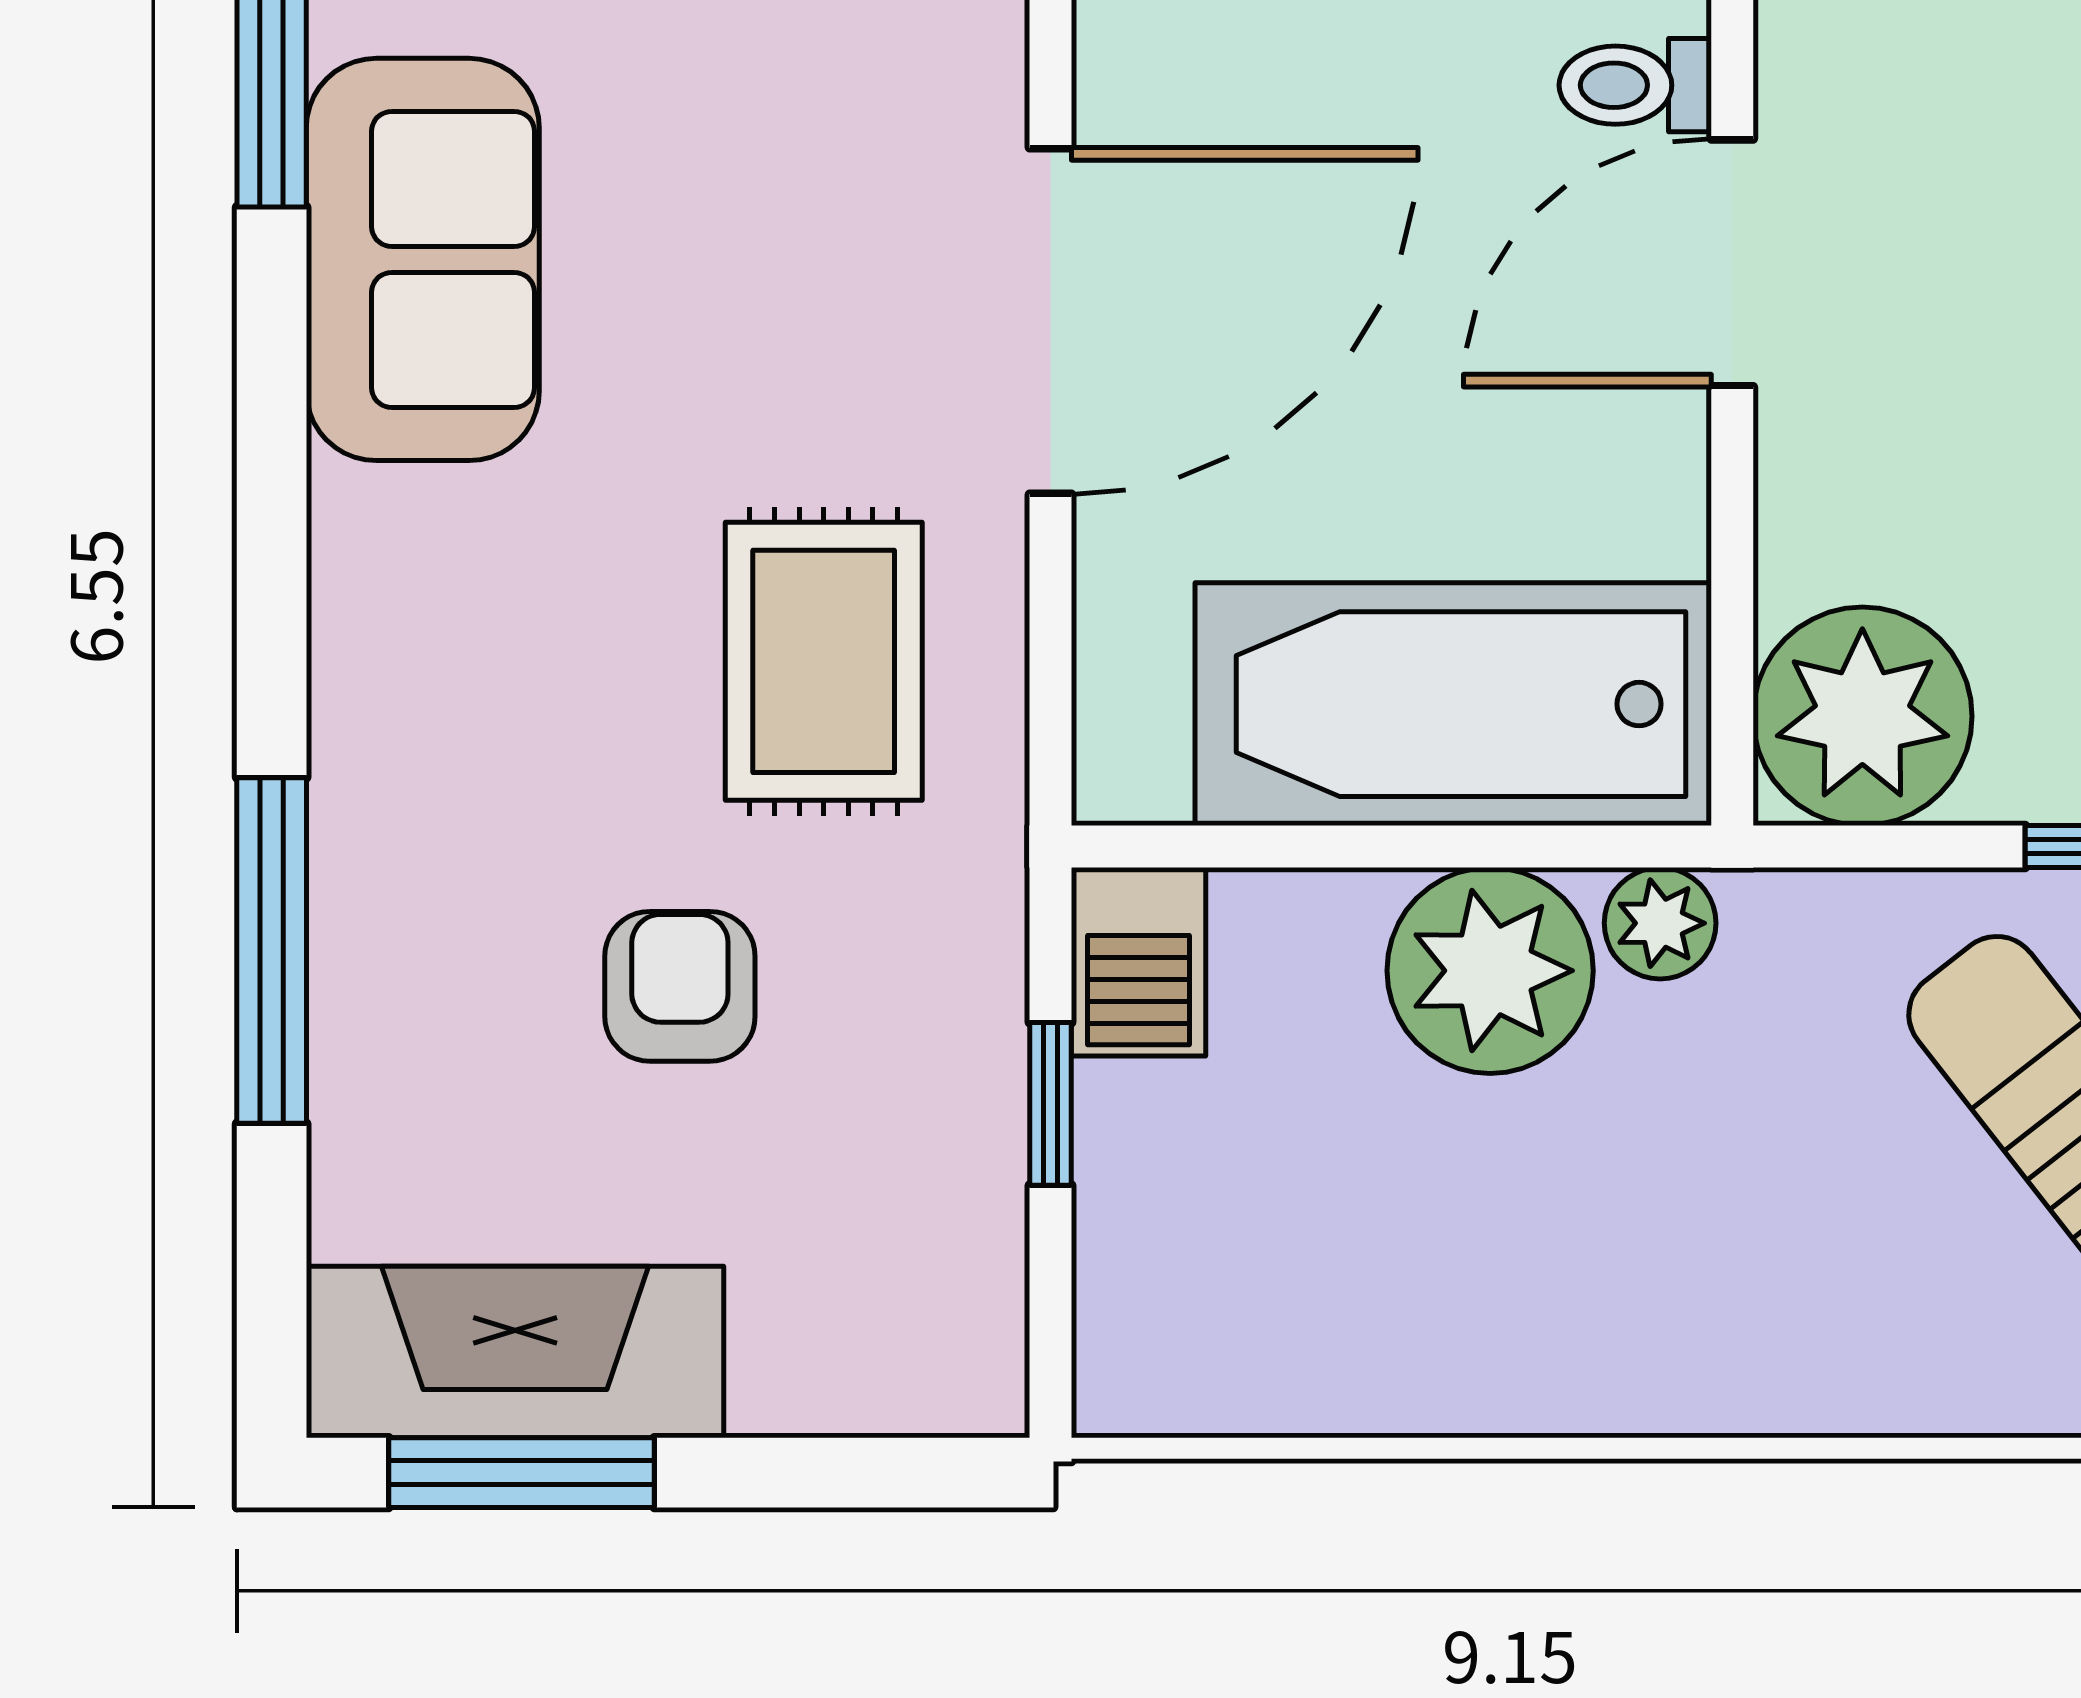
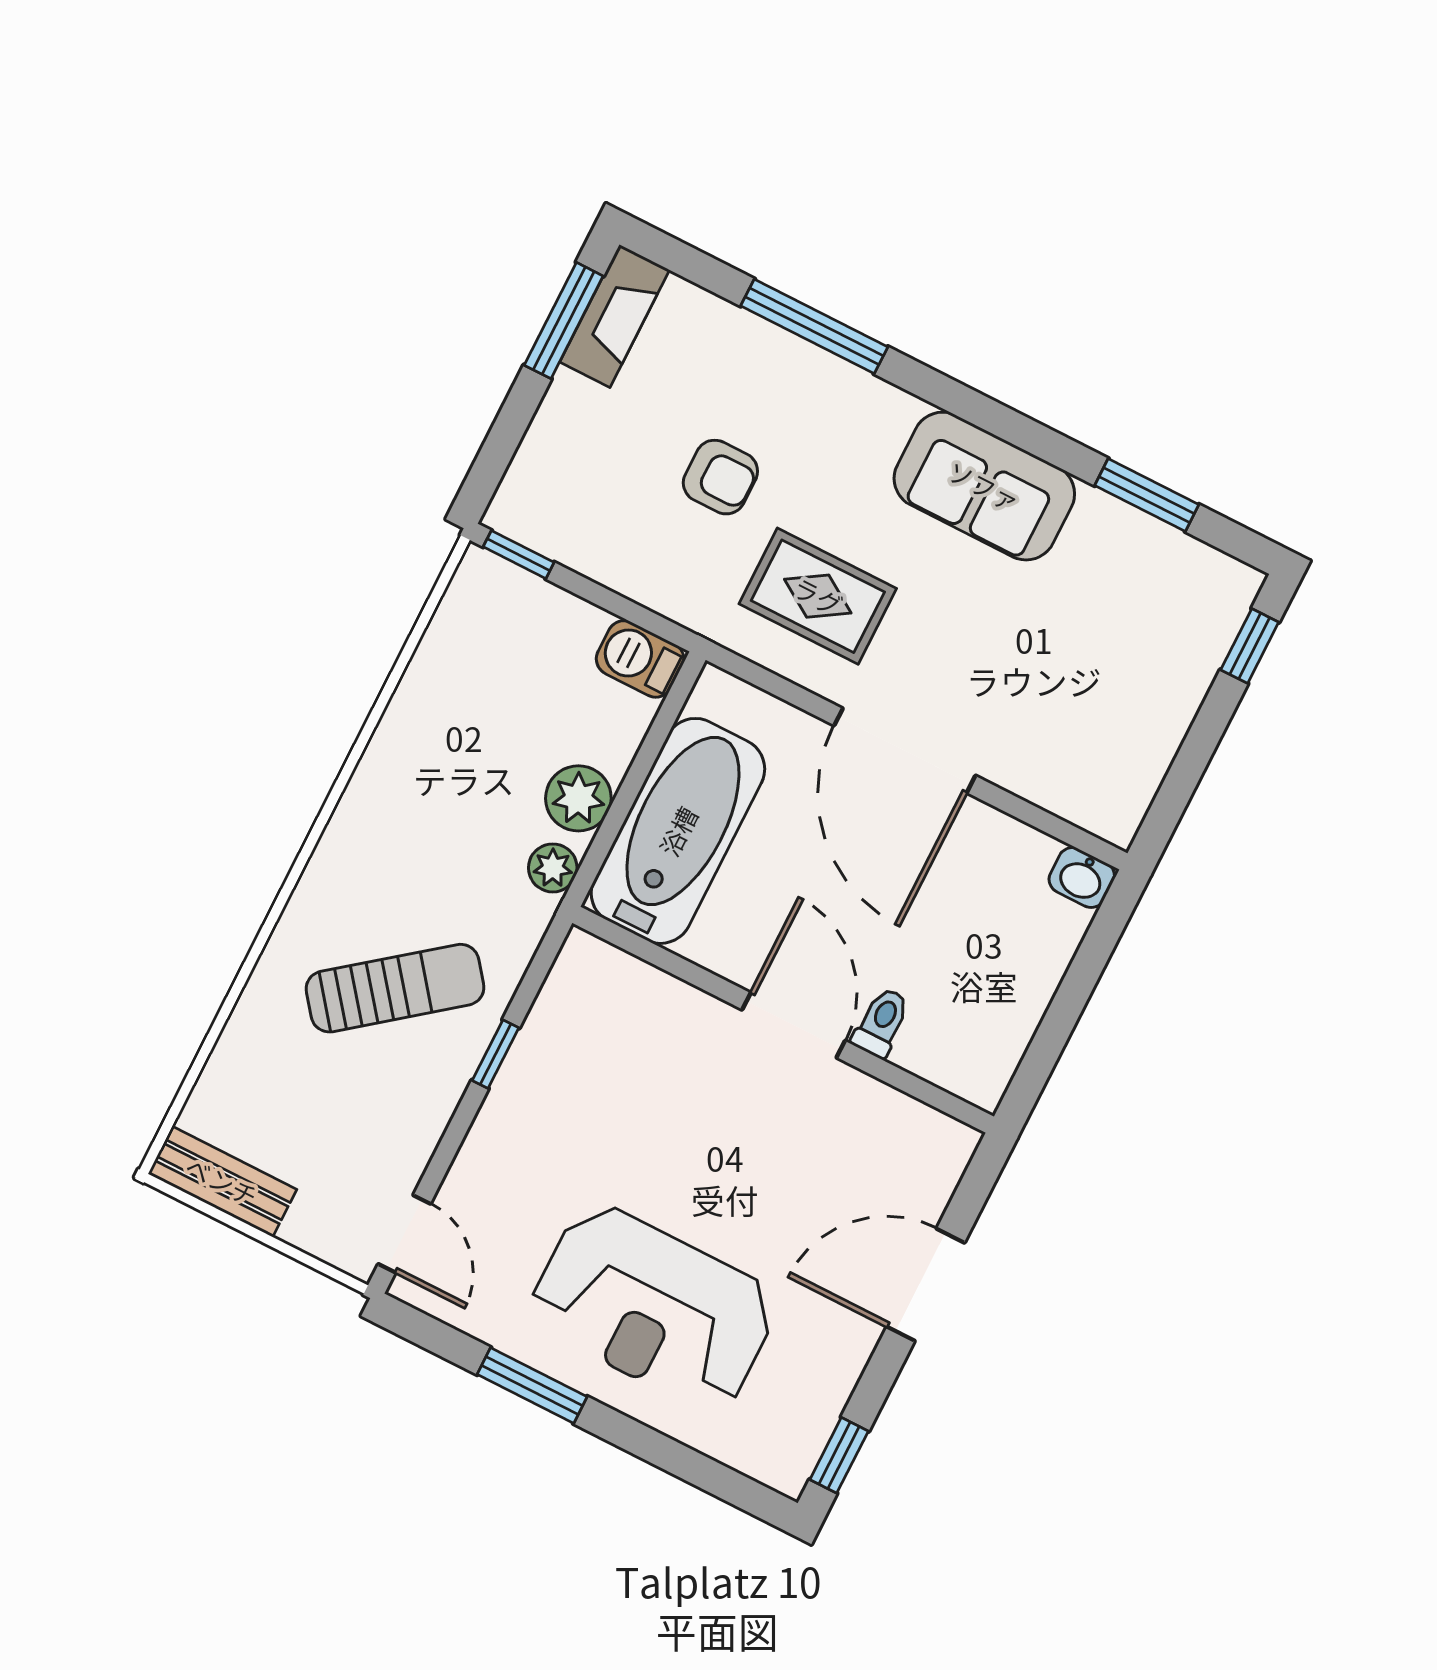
sofa: (423, 259) -> (984, 486), moved
plant: (1862, 716) -> (593, 987), removed
plant: (1490, 971) -> (578, 798), width x0.73, depth x0.73
window: (1051, 1104) -> (519, 555), moved
fireplace: (515, 1352) -> (615, 316), width x0.73, depth x0.76

